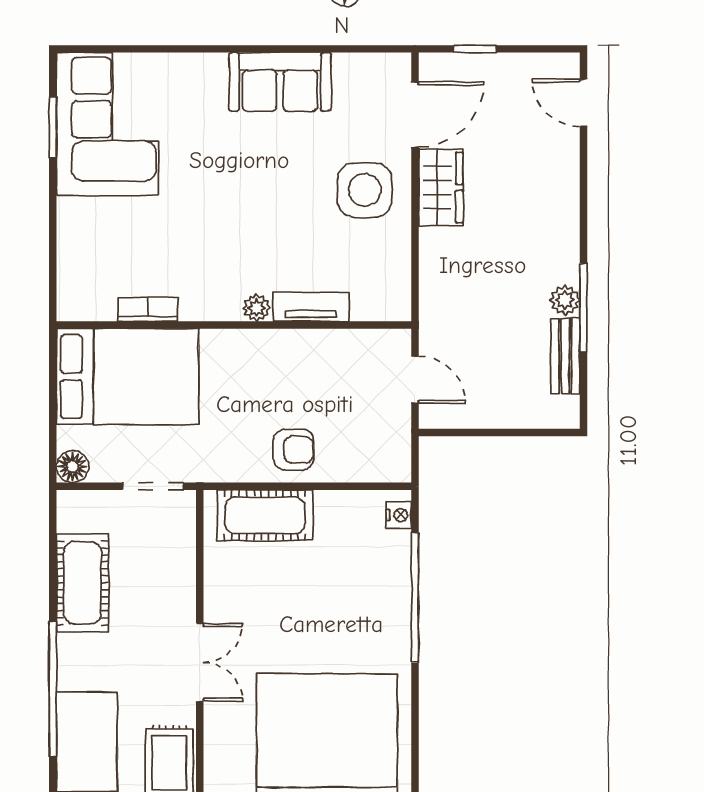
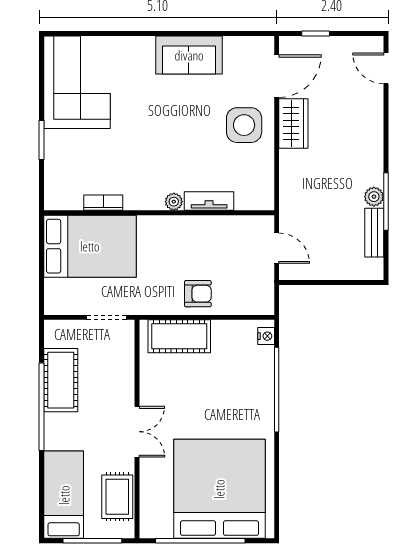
window: (53, 127) -> (42, 140), moved
floor lamp: (73, 467) -> (54, 305), removed
window: (53, 689) -> (42, 407), moved

